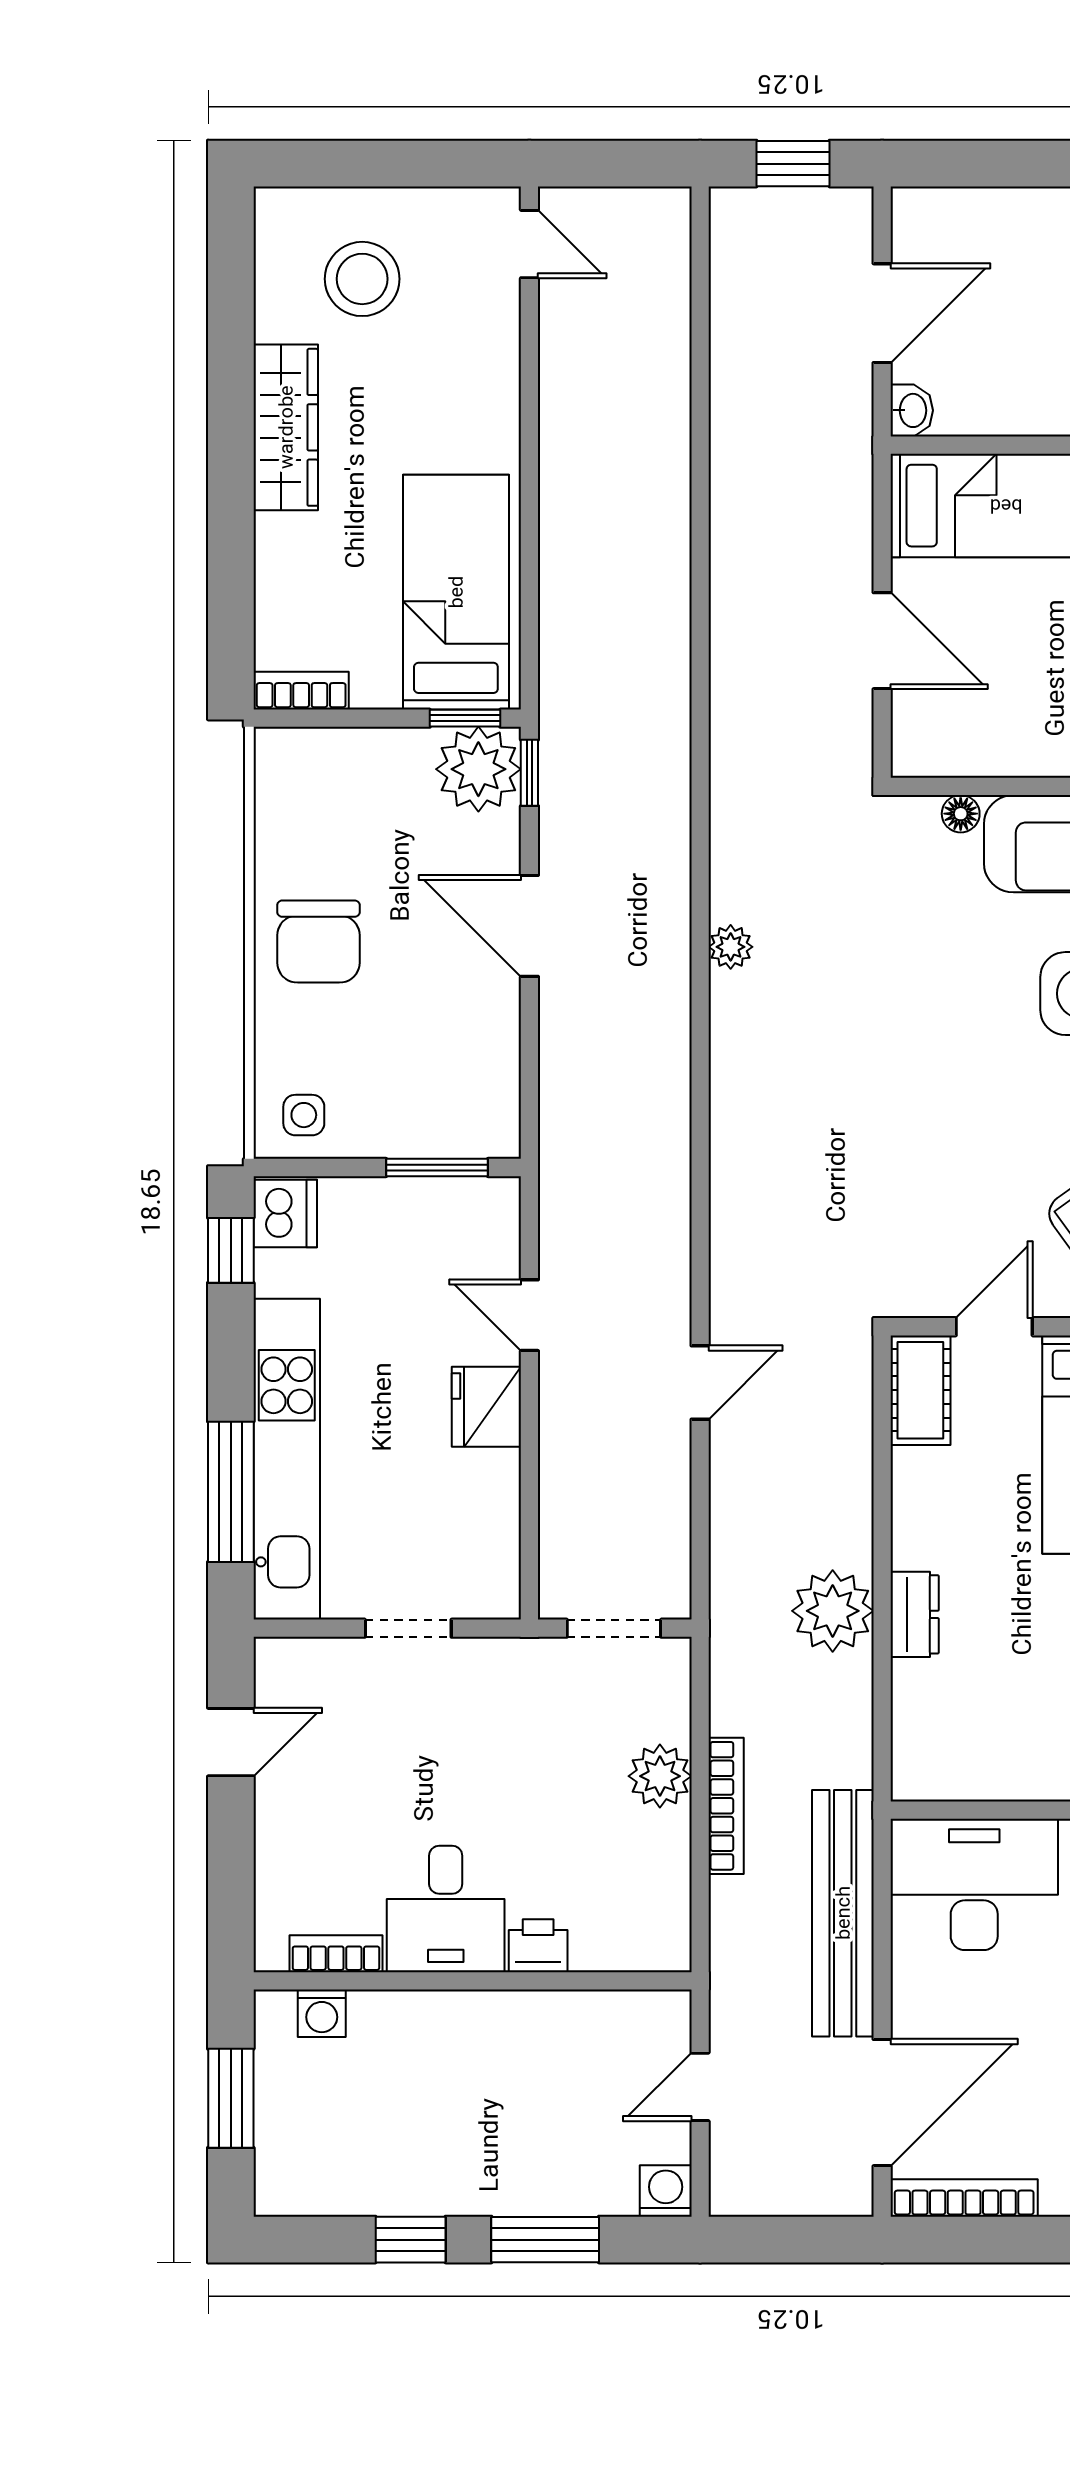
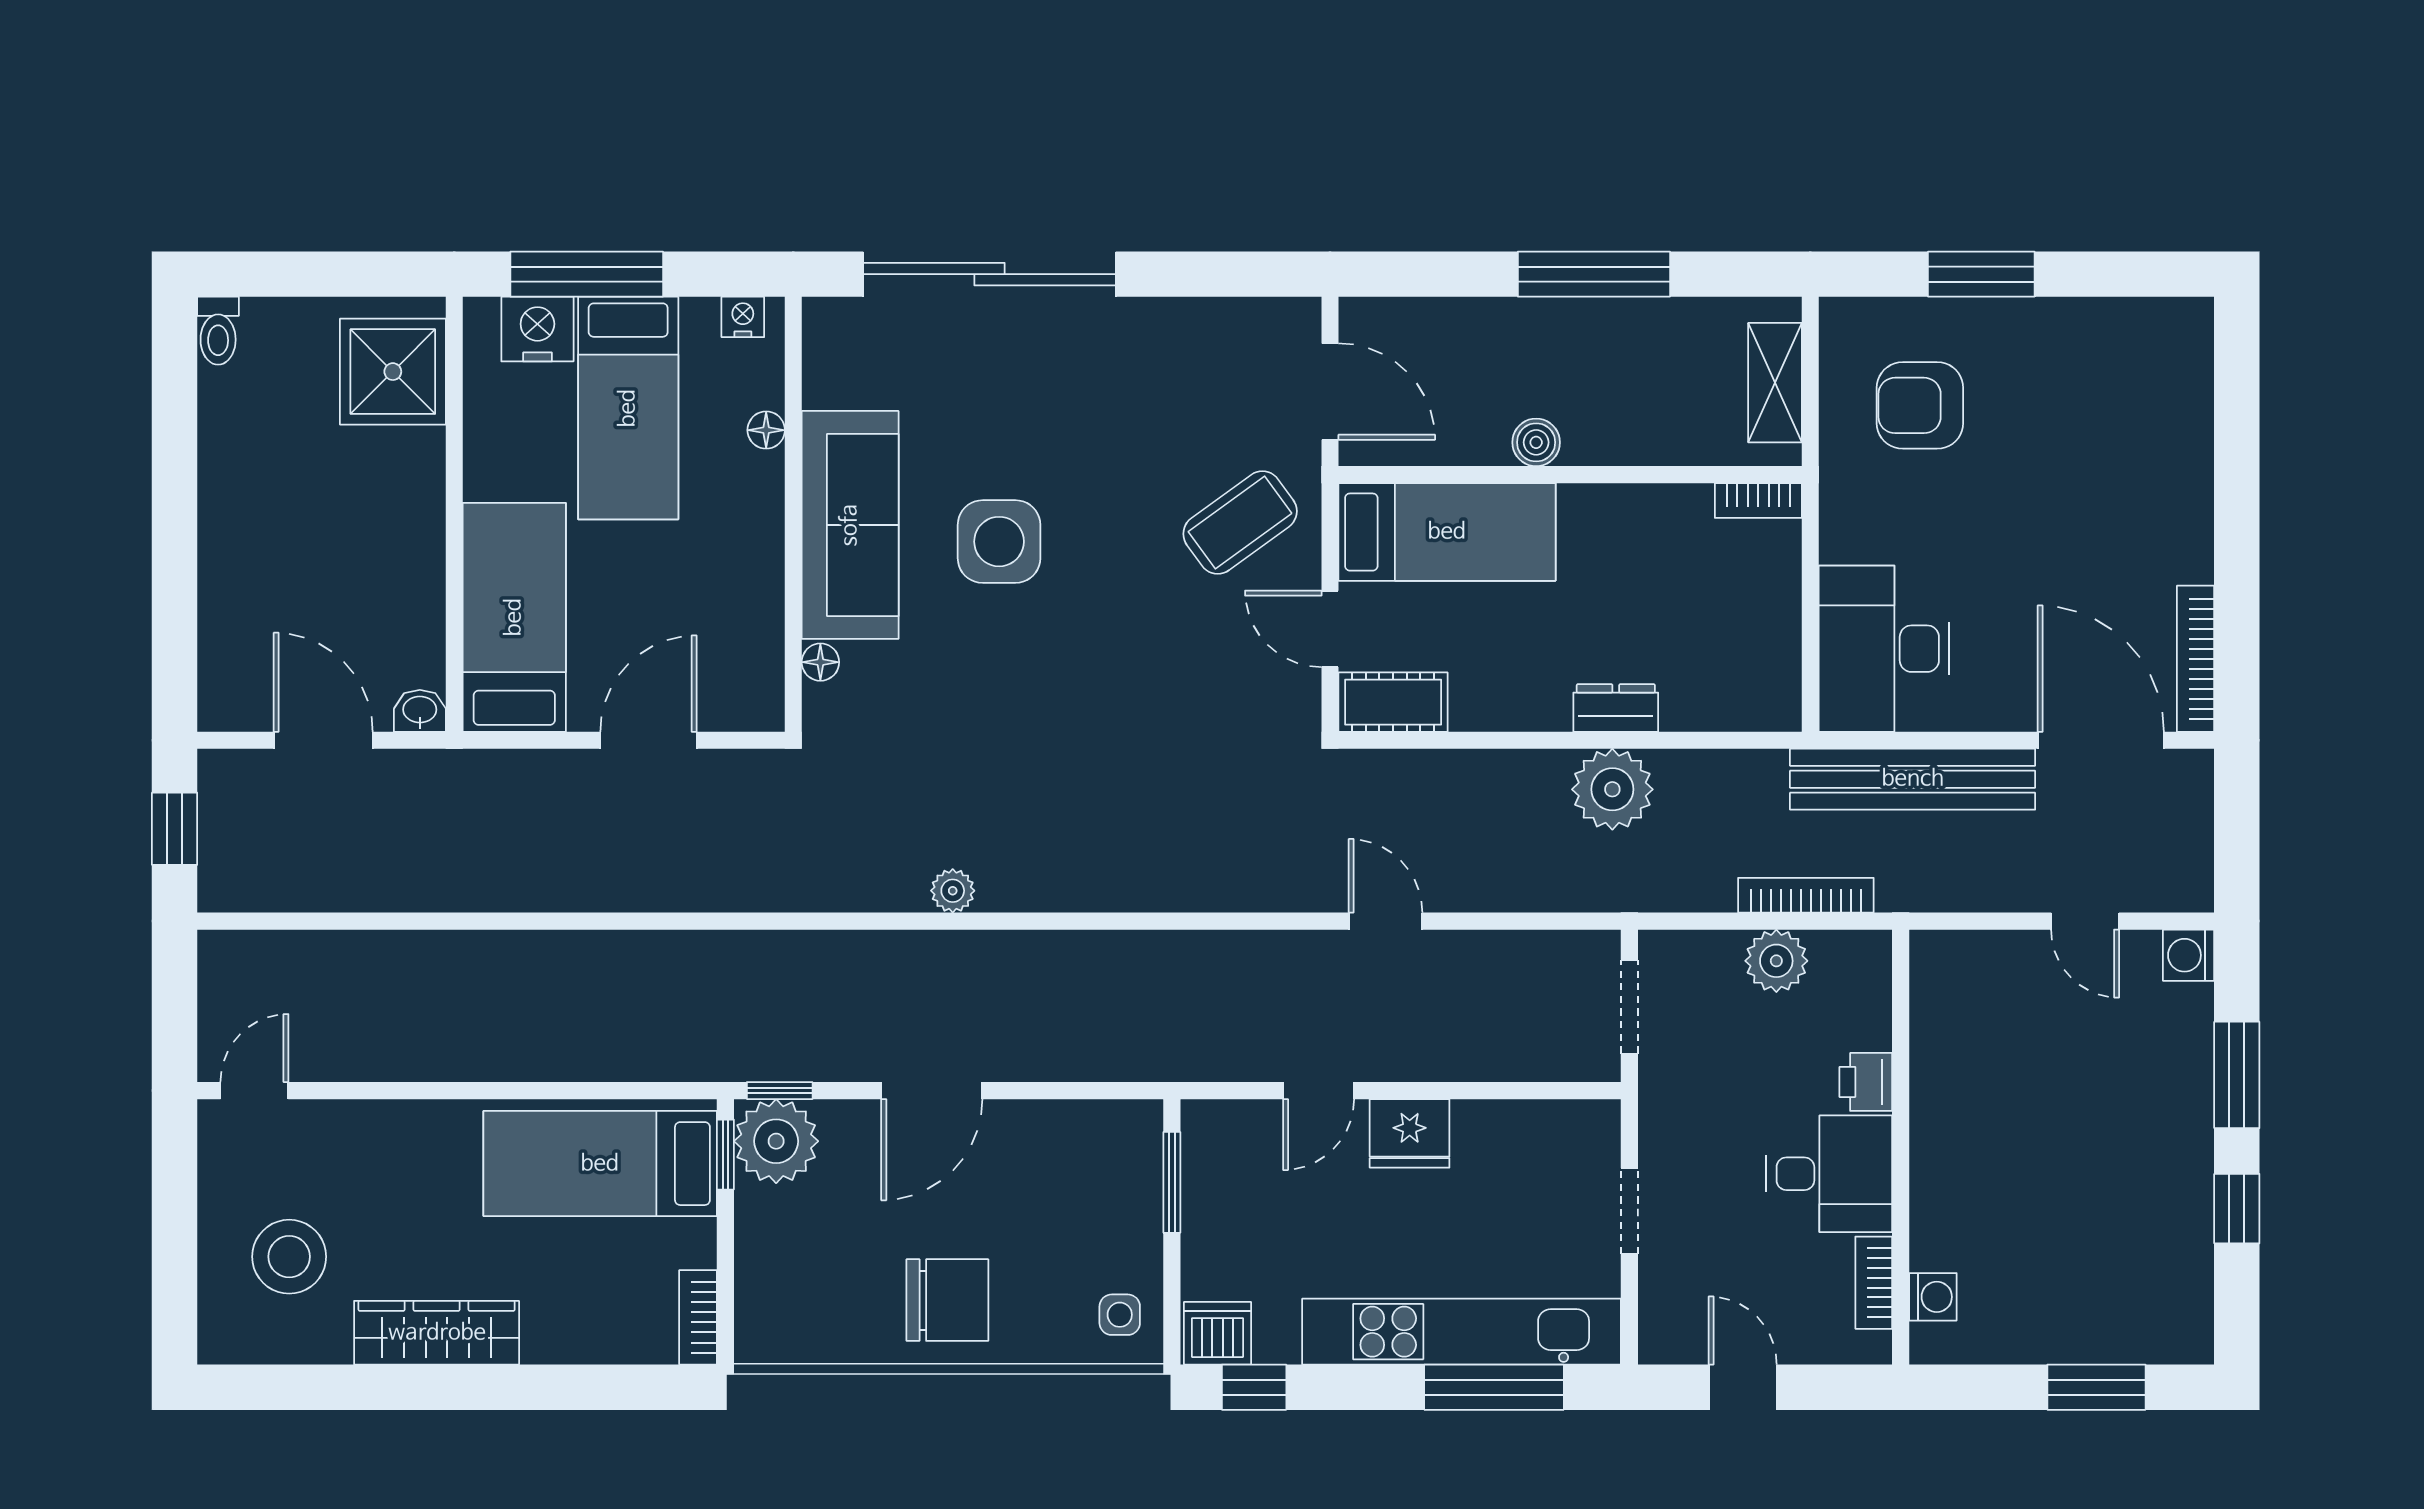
desk: (446, 1909) -> (1829, 1174), moved
printer: (538, 1946) -> (1866, 1082), moved
bookcase: (336, 1954) -> (1874, 1283), moved
wall: (473, 1981) -> (1901, 1147), moved
washing machine: (322, 2013) -> (1933, 1297), moved

